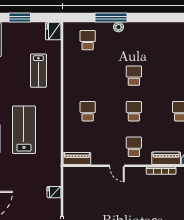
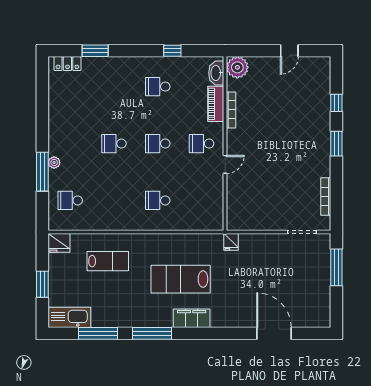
piano: (77, 159) -> (216, 214), removed
fridge: (54, 192) -> (231, 242), moved

